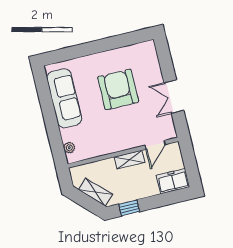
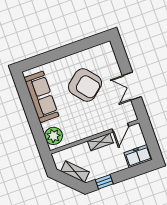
armchair: (118, 89) -> (85, 85), turned 140
plant: (69, 148) -> (54, 136), width x1.87, depth x1.87

